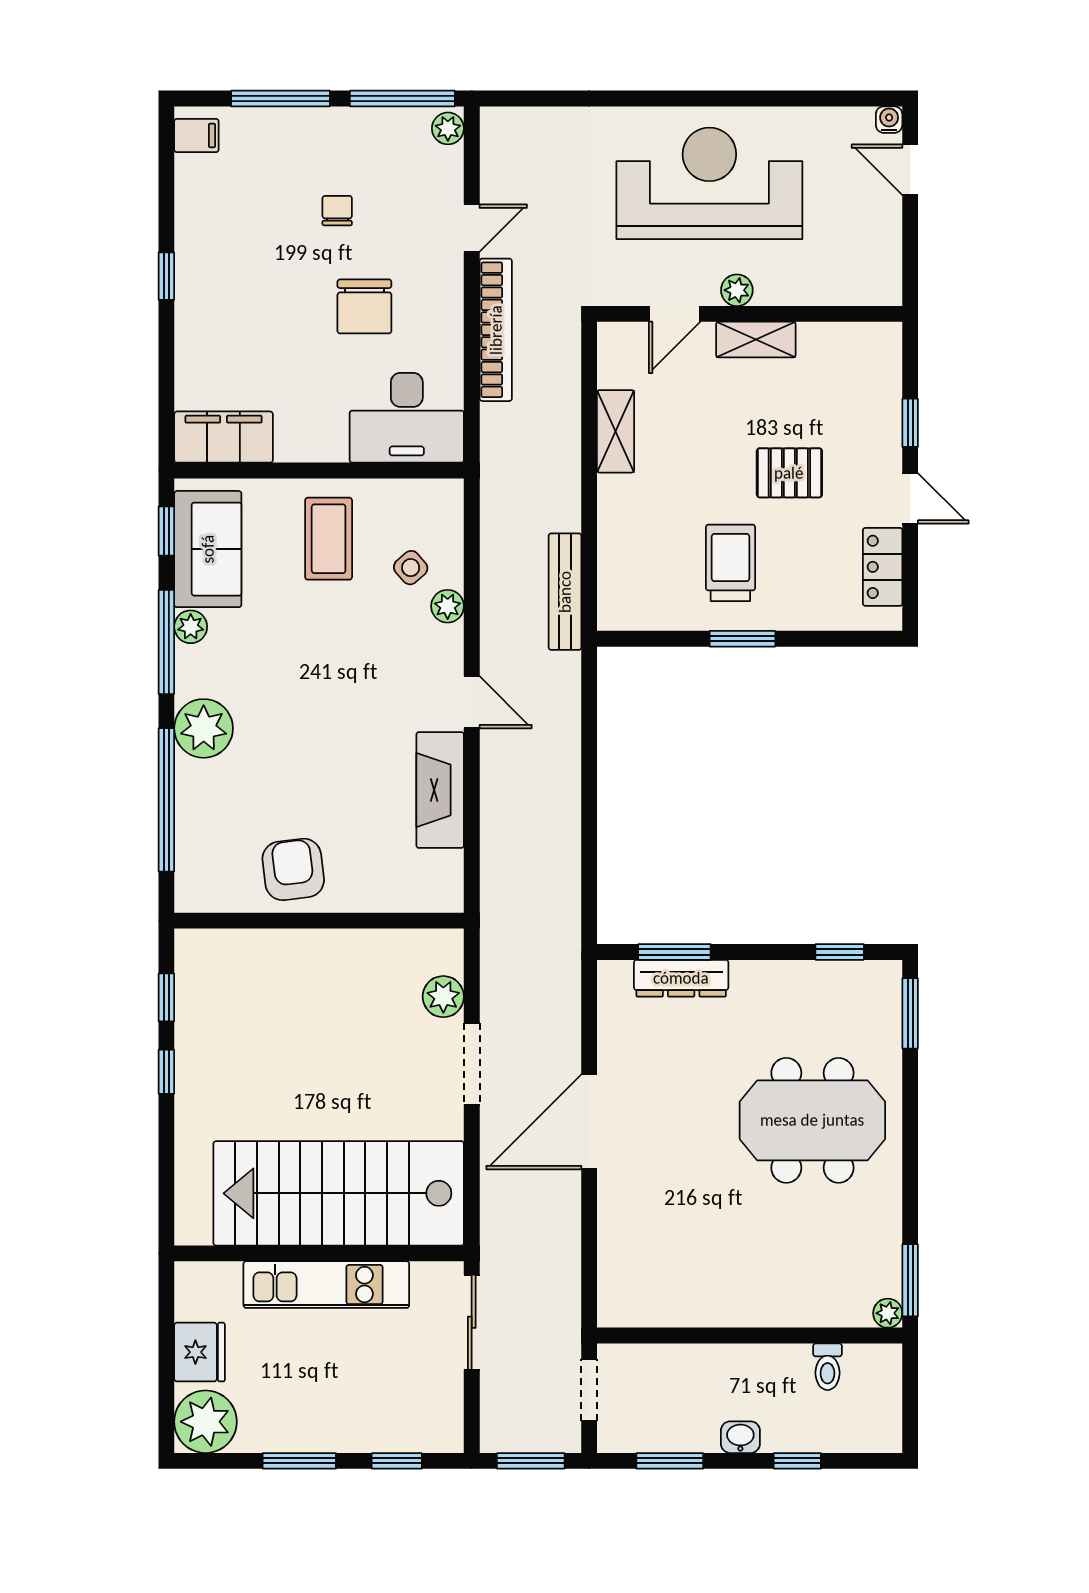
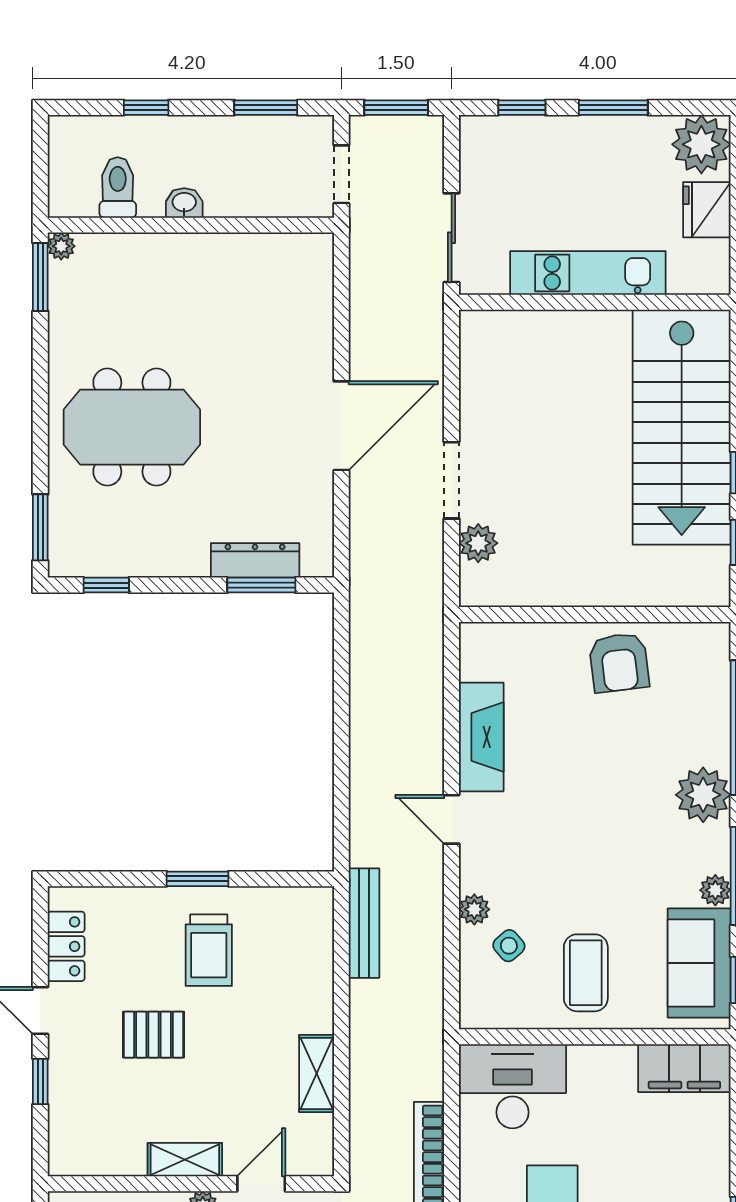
stairs: (339, 1193) -> (682, 427), moved, turned 90
toilet: (828, 1367) -> (118, 187), width x1.37, depth x1.39
washbasin: (740, 1437) -> (184, 203), moved, turned 180

